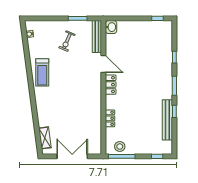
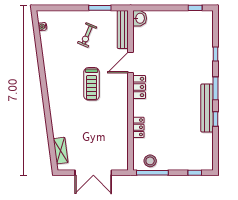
door: (103, 64) -> (131, 62), swing flipped
treadmill: (42, 72) -> (92, 84), moved
bench: (167, 120) -> (207, 108), moved
double door: (72, 156) -> (93, 173), swing flipped

